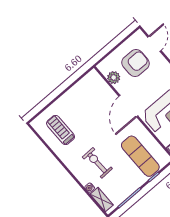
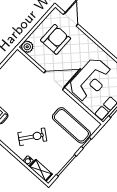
plant: (114, 78) -> (27, 47), moved
door: (128, 106) -> (54, 80), swing flipped
exercise bike: (97, 163) -> (32, 137), turned 130

